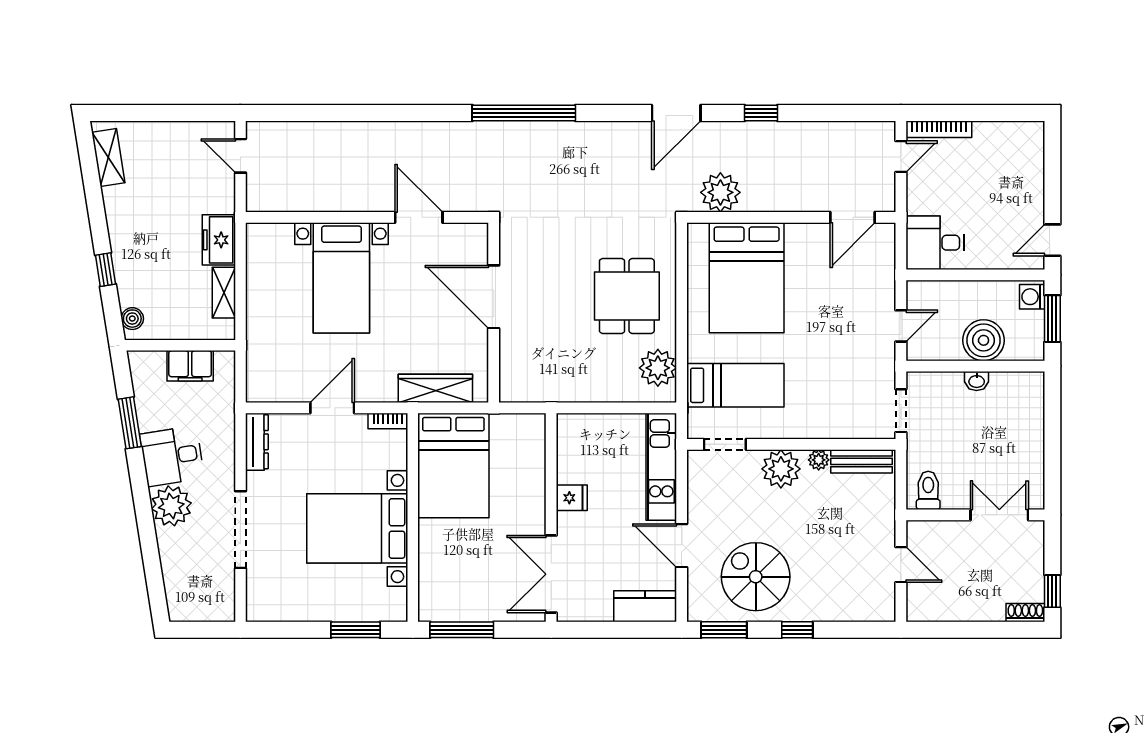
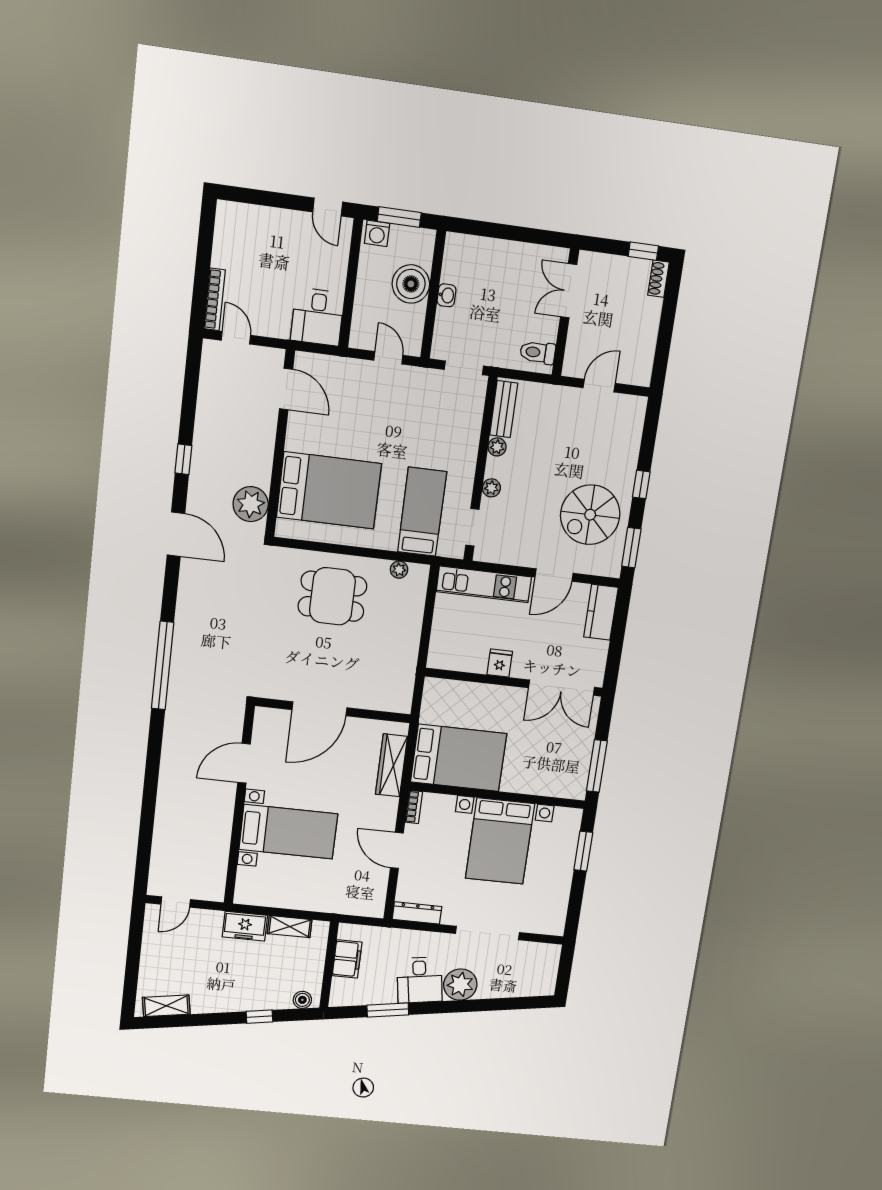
plant: (658, 368) -> (399, 570), width x0.53, depth x0.53
plant: (781, 469) -> (491, 488), width x0.53, depth x0.53

